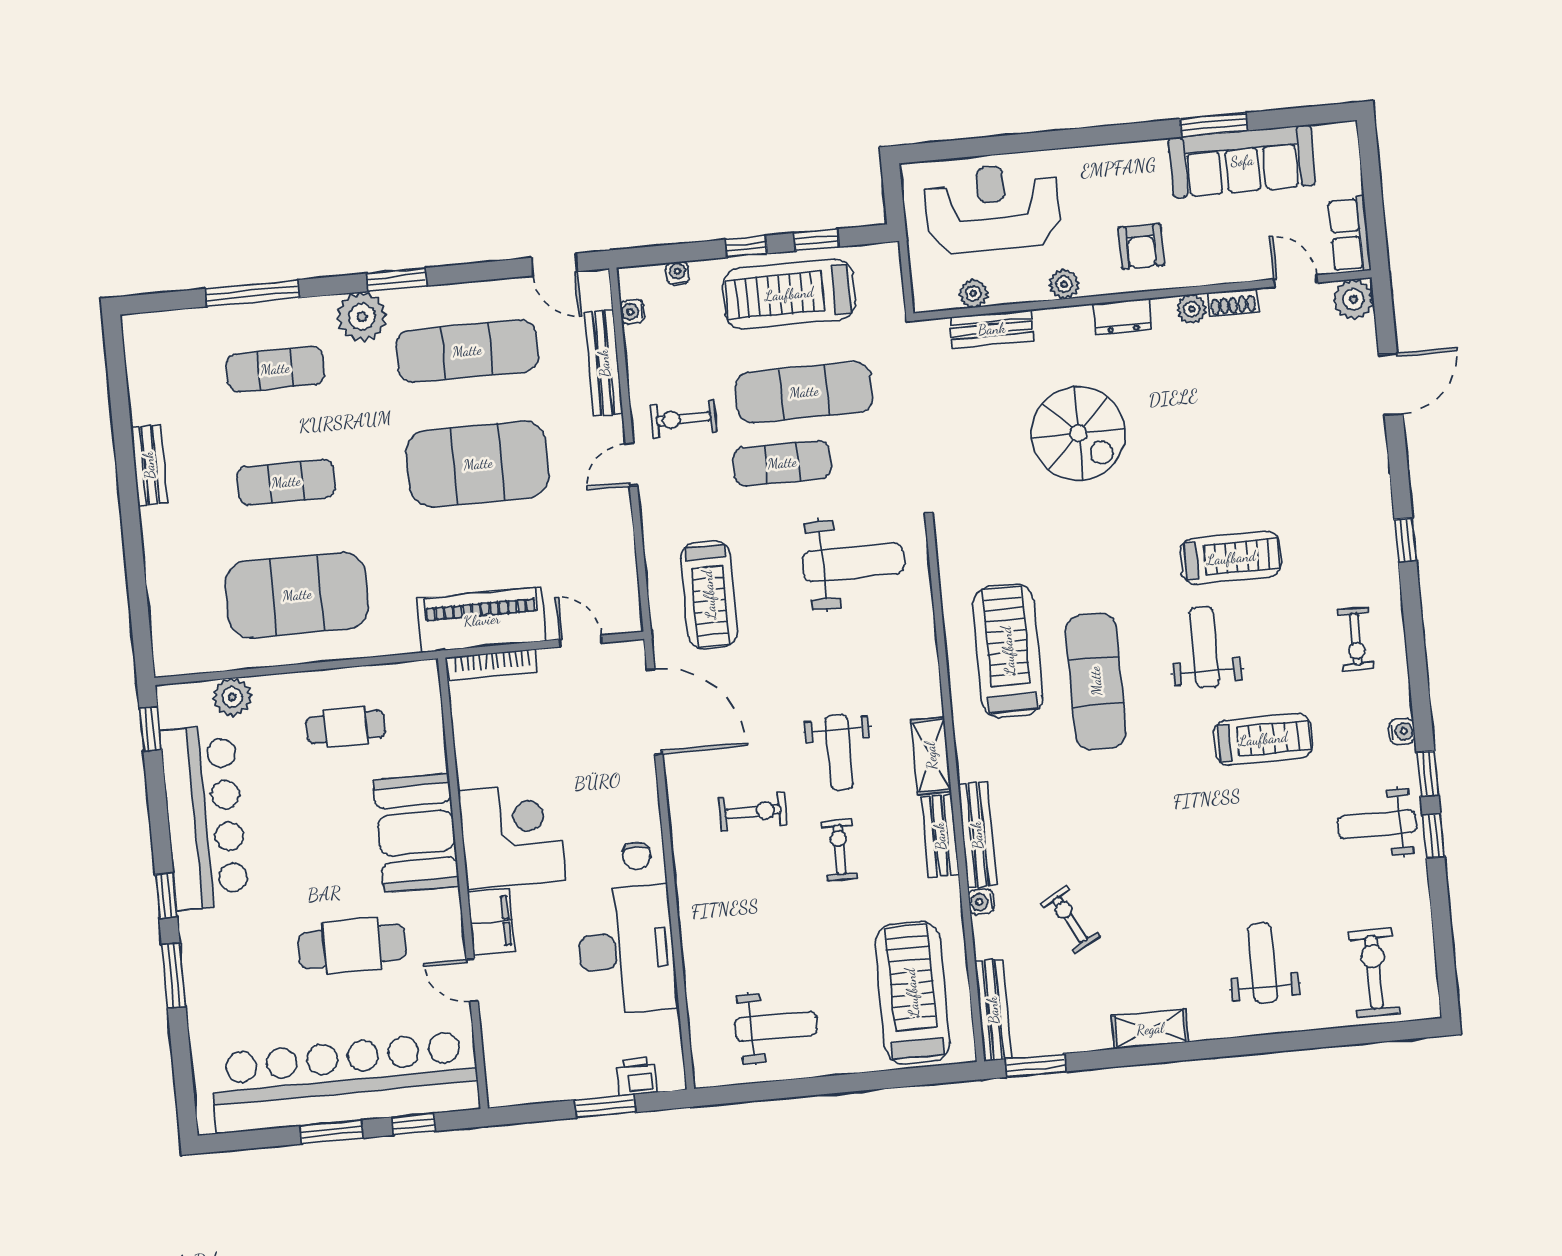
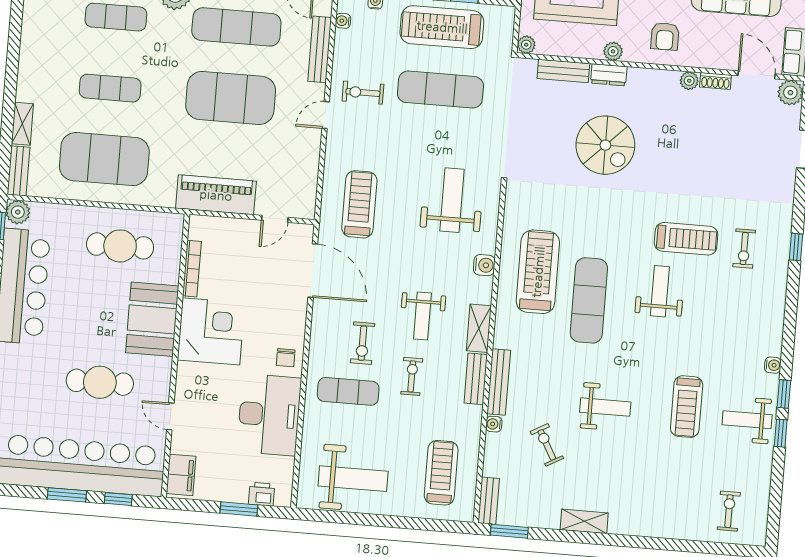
door: (1296, 281) -> (757, 75), width x1.38
plant: (973, 294) -> (526, 45), moved
dresser: (1122, 317) -> (609, 75), moved
exercise mat: (782, 463) -> (348, 391), moved
bench: (149, 465) -> (19, 171), moved
weight bench: (853, 562) -> (452, 200), turned -90
shelving: (158, 563) -> (22, 124), added
treadmill: (709, 595) -> (359, 204), turned 180
exercise bike: (1356, 639) -> (744, 249), moved
door: (581, 641) -> (275, 219), swing flipped
water cooler: (922, 655) -> (484, 265), added
bookcase: (492, 664) -> (192, 269), moved, turned -90
plant: (232, 697) -> (18, 212), moved
cafe table: (346, 727) -> (120, 246), width x1.37, depth x1.35
treadmill: (1263, 739) -> (687, 407), moved, turned 90
exercise bike: (753, 812) -> (363, 343), turned 90
filing cabinet: (491, 922) -> (181, 475), moved
weight bench: (1263, 963) -> (605, 407), moved, turned 90
exercise bike: (1374, 973) -> (729, 511), width x0.73, depth x0.72
treadmill: (912, 993) -> (441, 473), width x0.73, depth x0.73
bench: (993, 1010) -> (489, 501), width x0.73
weight bench: (776, 1026) -> (353, 479), width x1.36, depth x1.33

